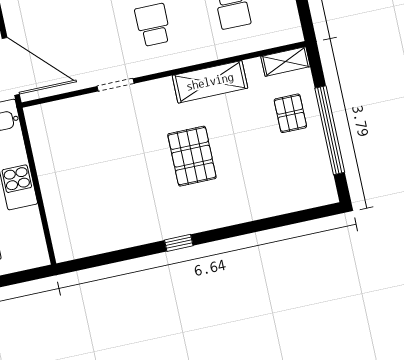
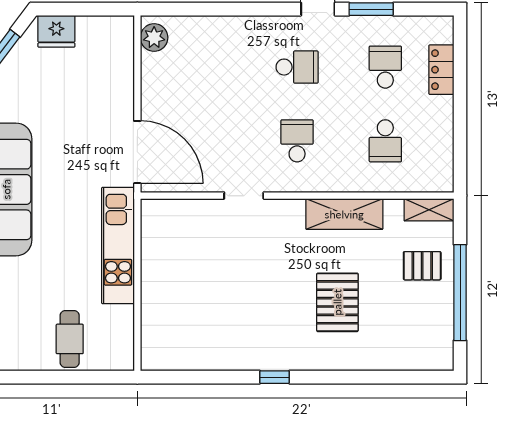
pallet: (290, 113) -> (422, 266), turned 90
pallet: (192, 156) -> (337, 302), moved

